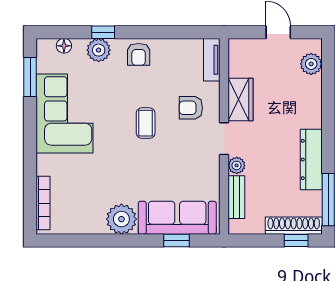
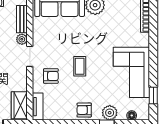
armchair: (139, 54) -> (84, 110), turned -90
window: (30, 77) -> (153, 96), width x0.67
wardrobe: (241, 100) -> (19, 105), moved

